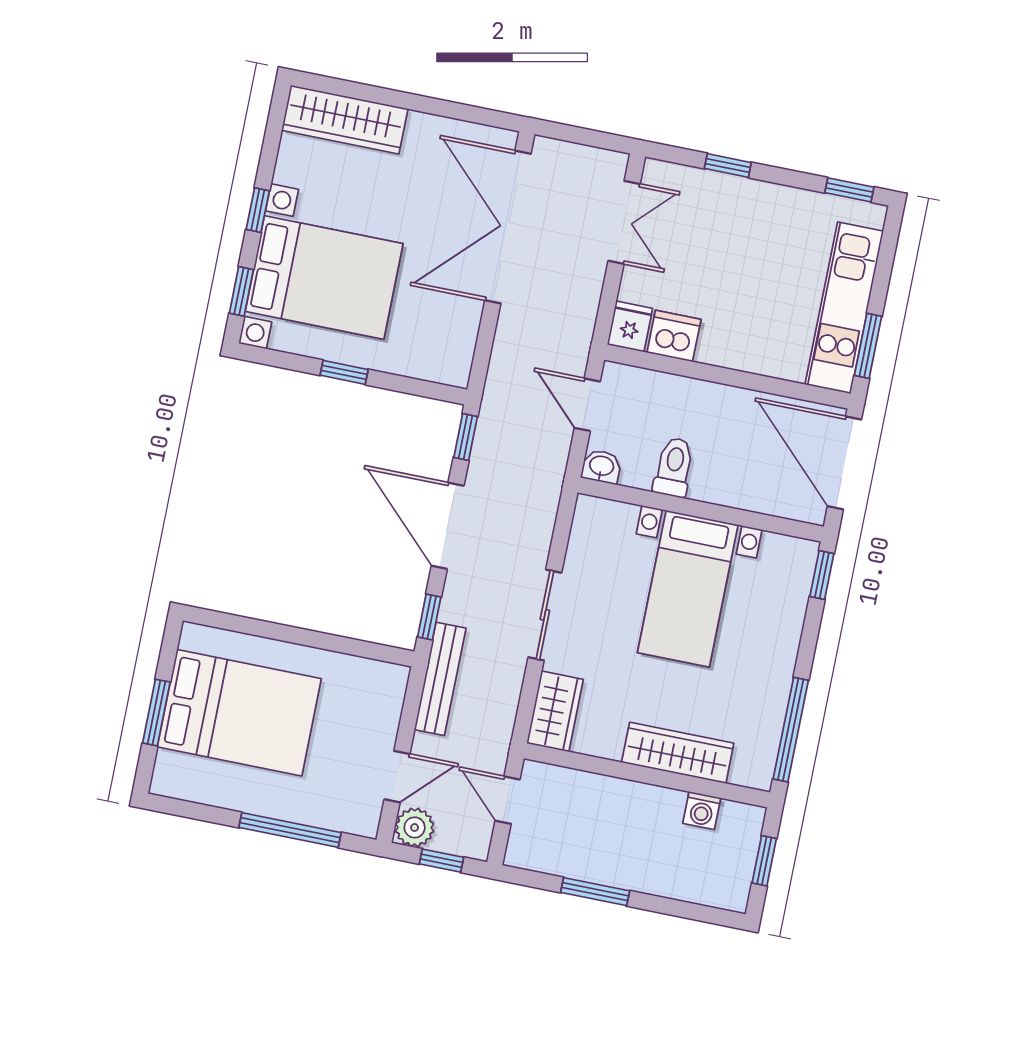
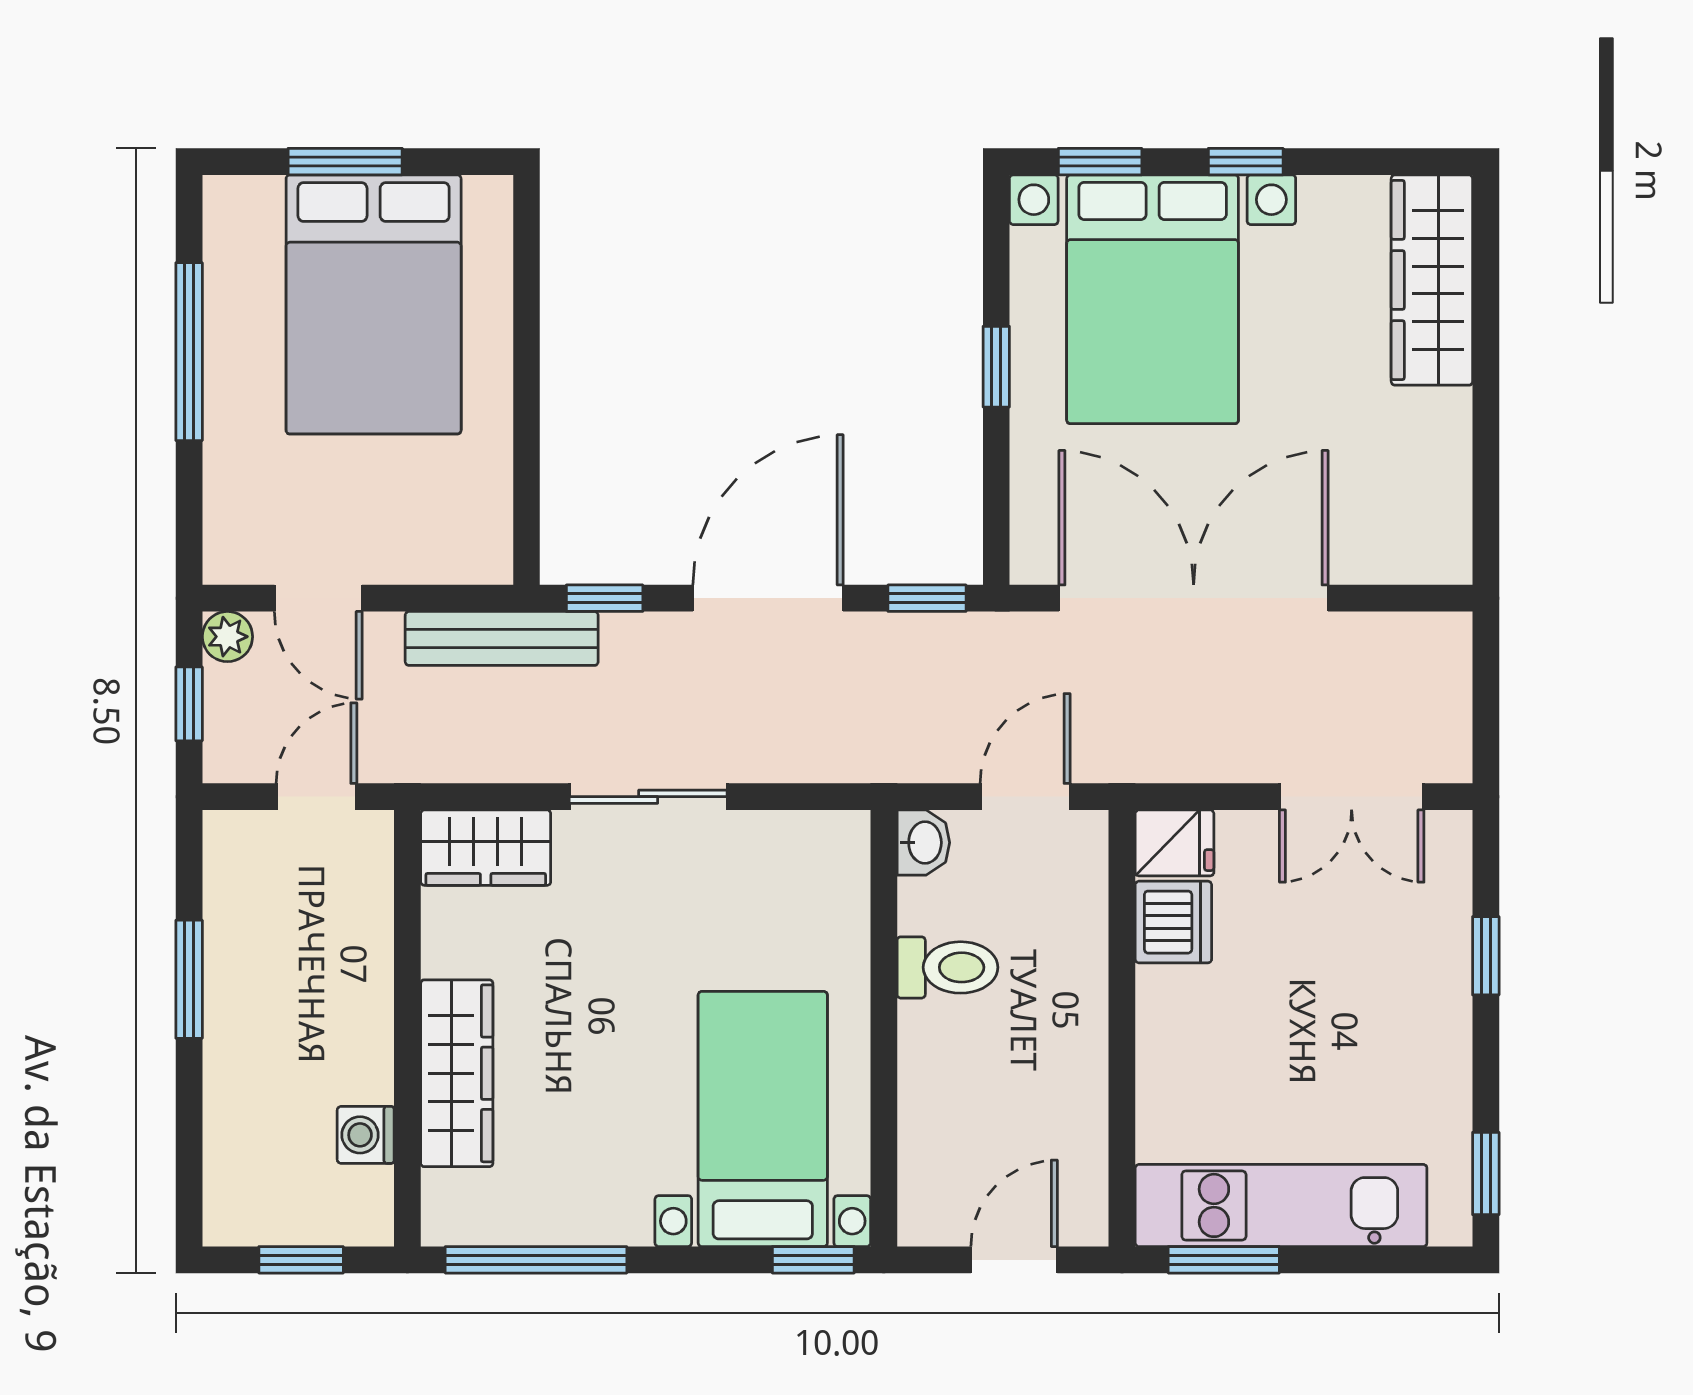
double door: (508, 227) -> (1194, 598), moved
door: (844, 463) -> (1014, 1260), width x0.53
bed with nightstands: (688, 589) -> (763, 1119), moved, turned 90
plant: (415, 827) -> (227, 637), width x0.73, depth x0.73
window: (290, 830) -> (189, 352), moved

